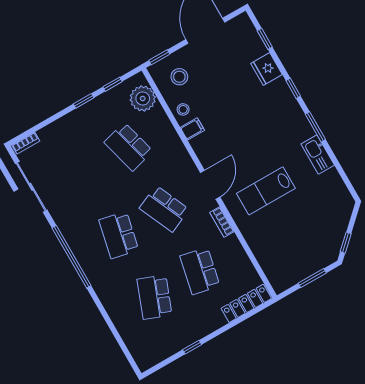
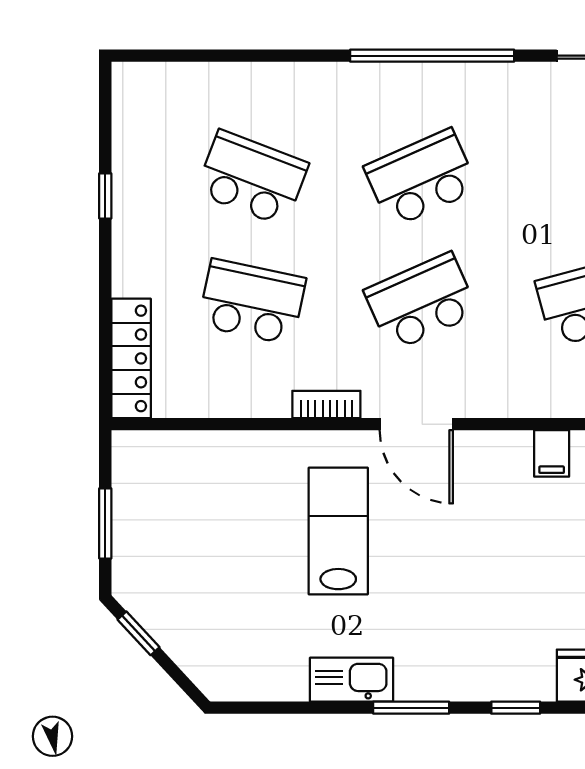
school desk: (119, 235) -> (421, 178), turned -36

